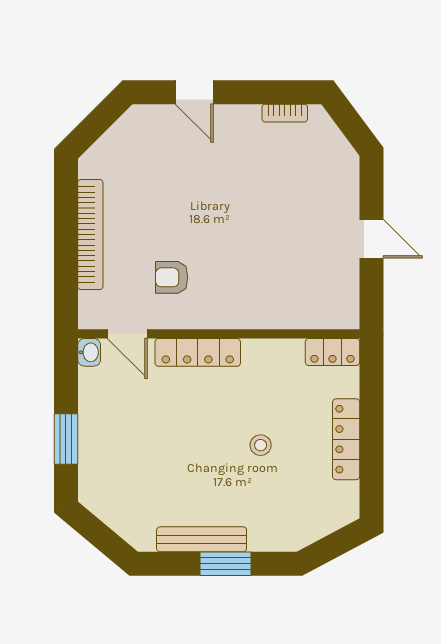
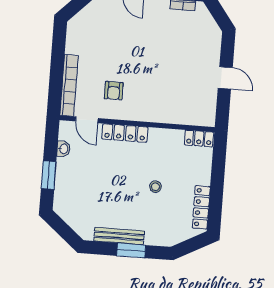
bookcase: (90, 234) -> (69, 85), moved
armchair: (172, 277) -> (114, 91), turned -90
washbasin: (89, 352) -> (63, 149), moved
locker: (346, 439) -> (201, 207), moved

